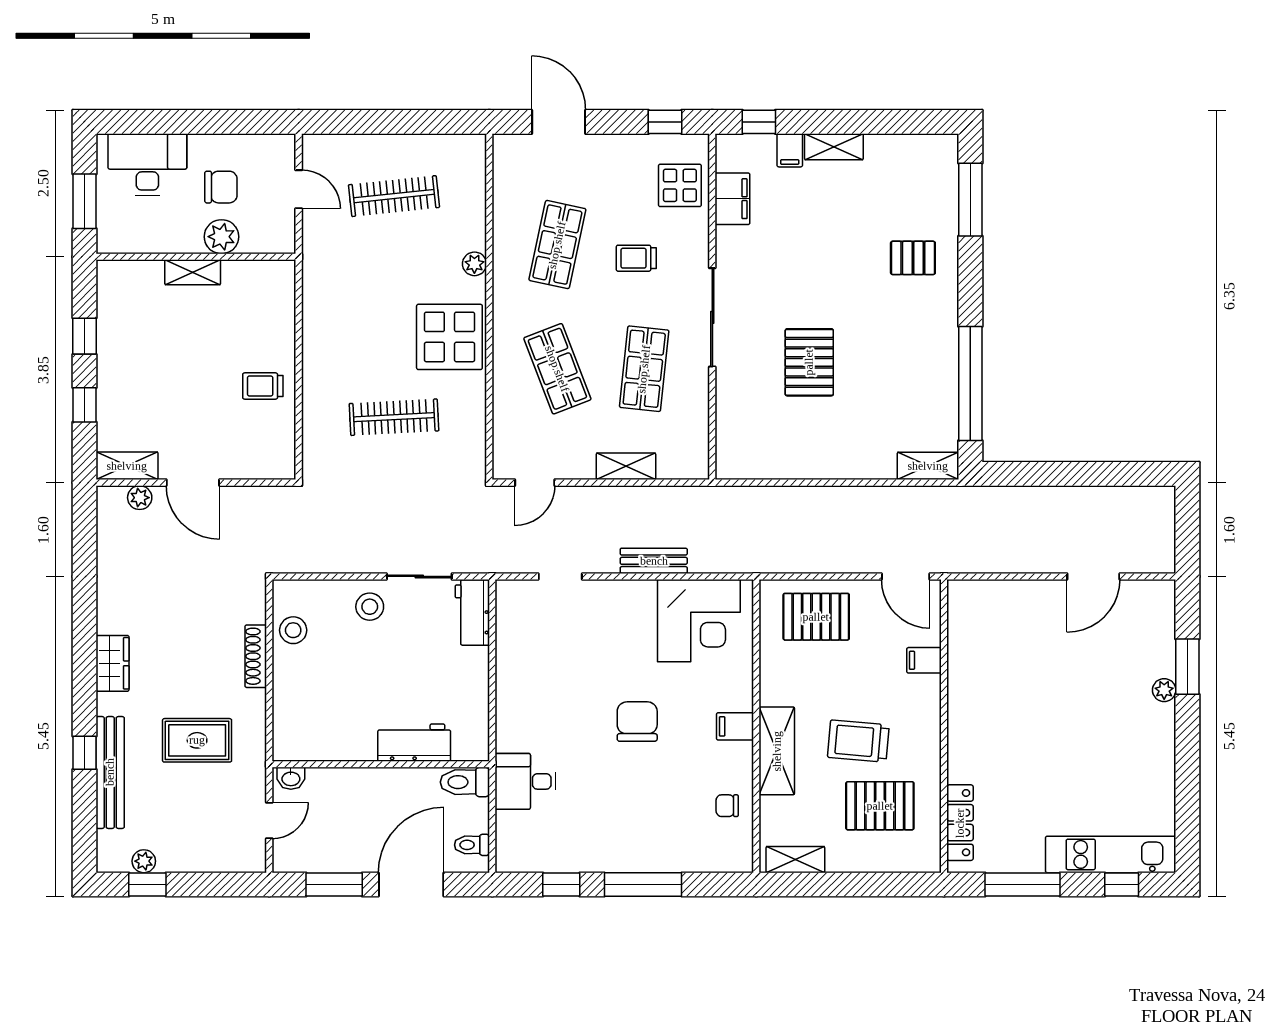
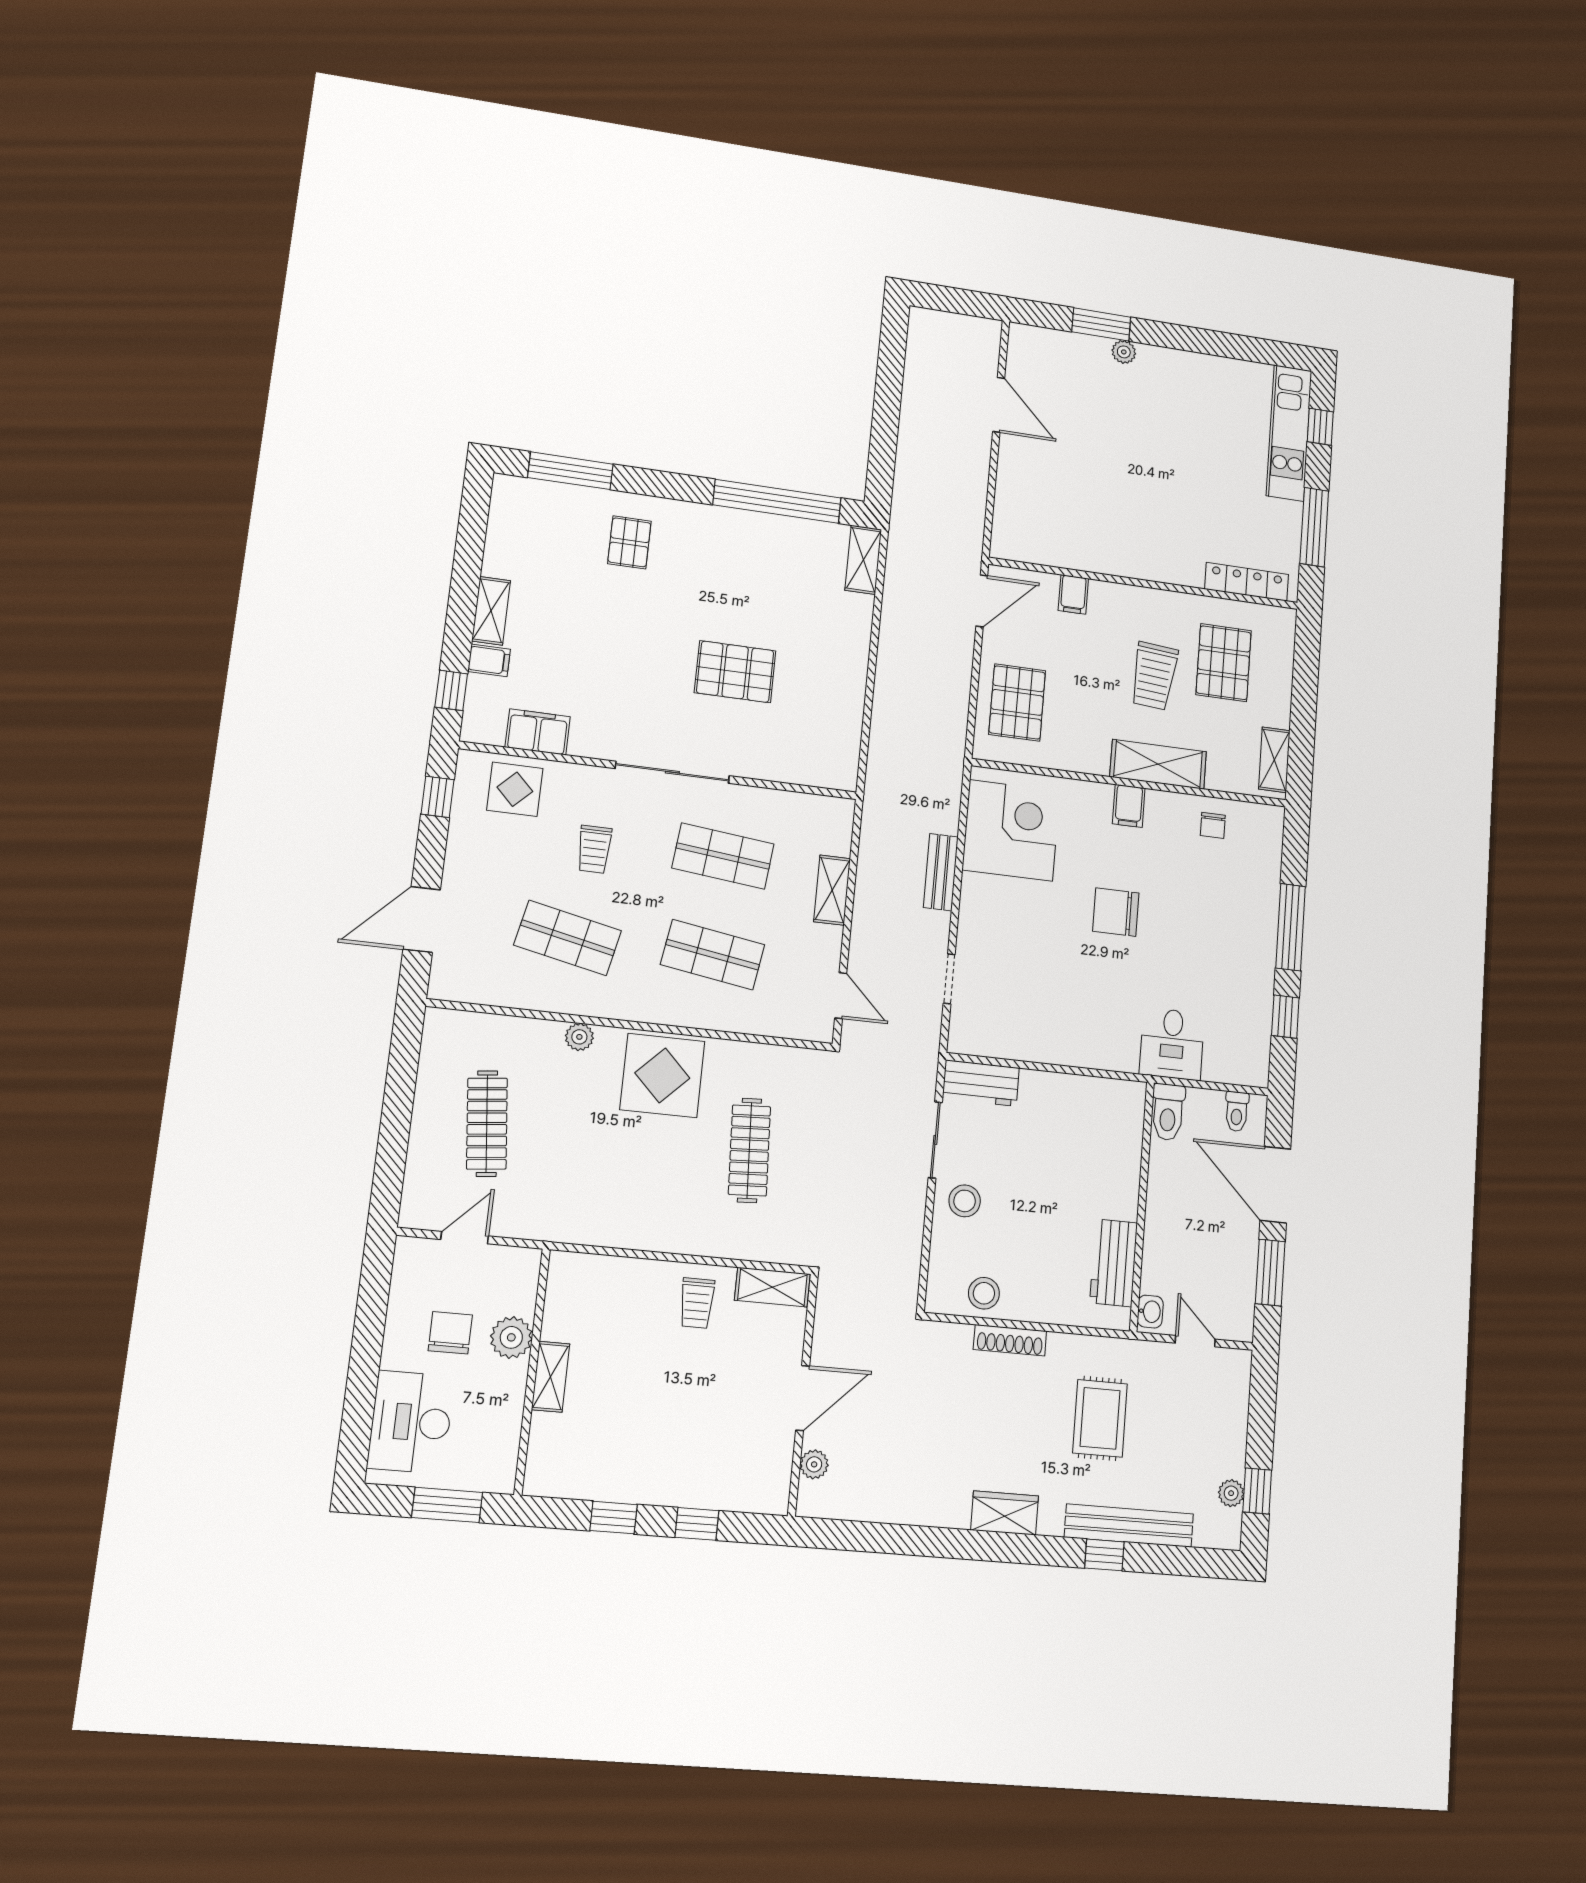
shop shelf: (557, 369) -> (713, 955), turned 30
shelving: (127, 466) -> (772, 1287), moved, turned 90
workbench: (414, 743) -> (1114, 1263), moved

